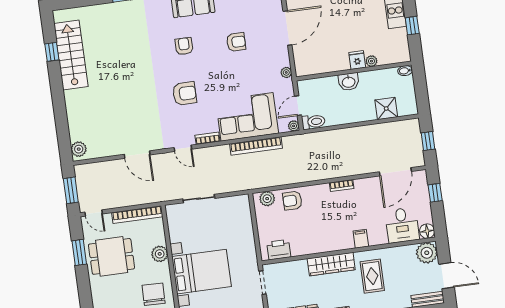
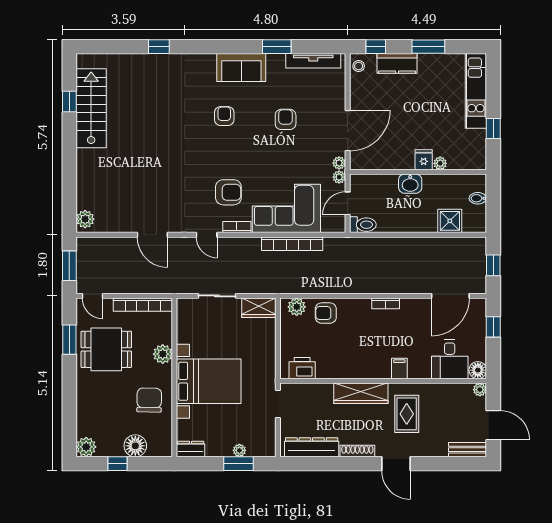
door: (287, 28) -> (348, 131), moved
armchair: (236, 42) -> (286, 119), turned -90
bidet: (405, 71) -> (478, 198), moved
armchair: (185, 93) -> (228, 192), moved
plant: (294, 126) -> (339, 177), moved
wardrobe: (235, 204) -> (259, 308), added
plant: (427, 253) -> (480, 390), width x0.53, depth x0.53

